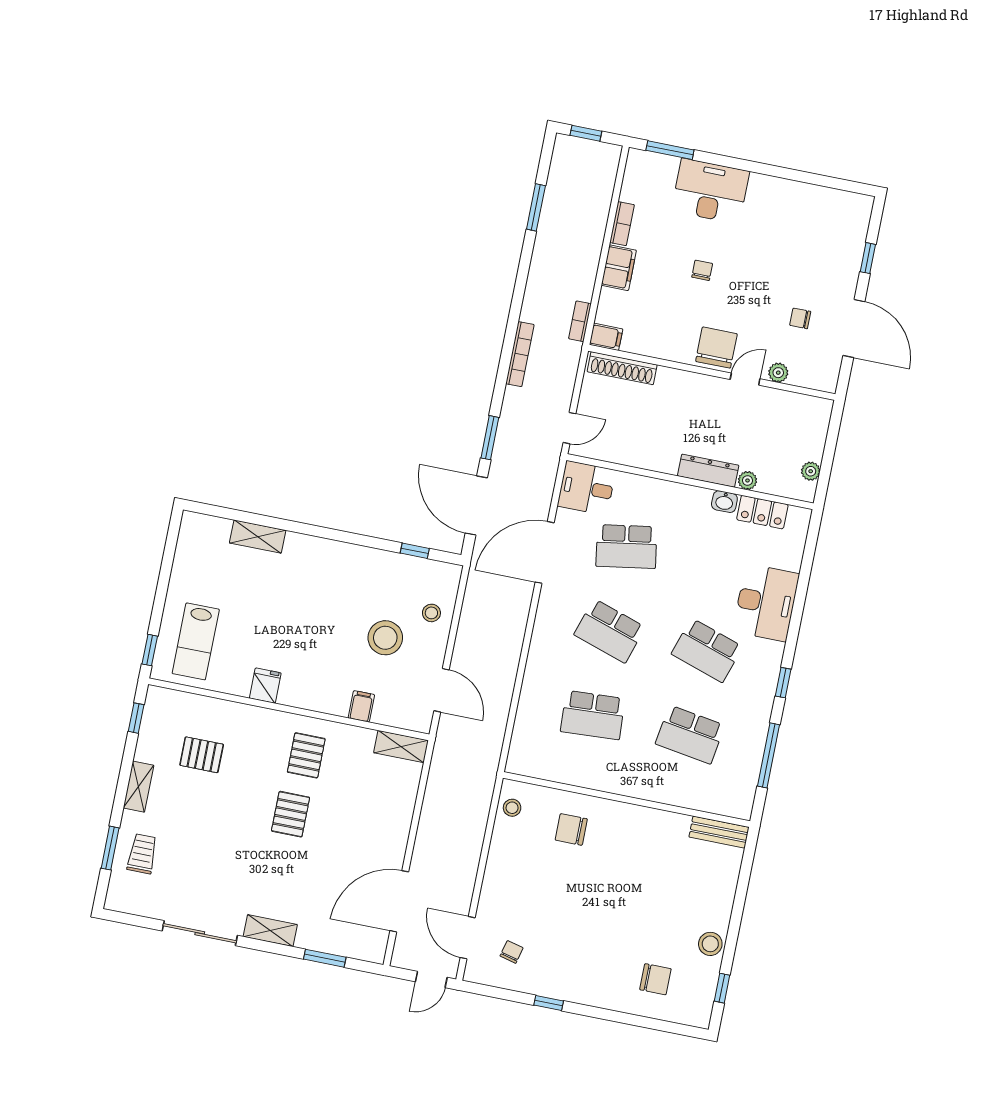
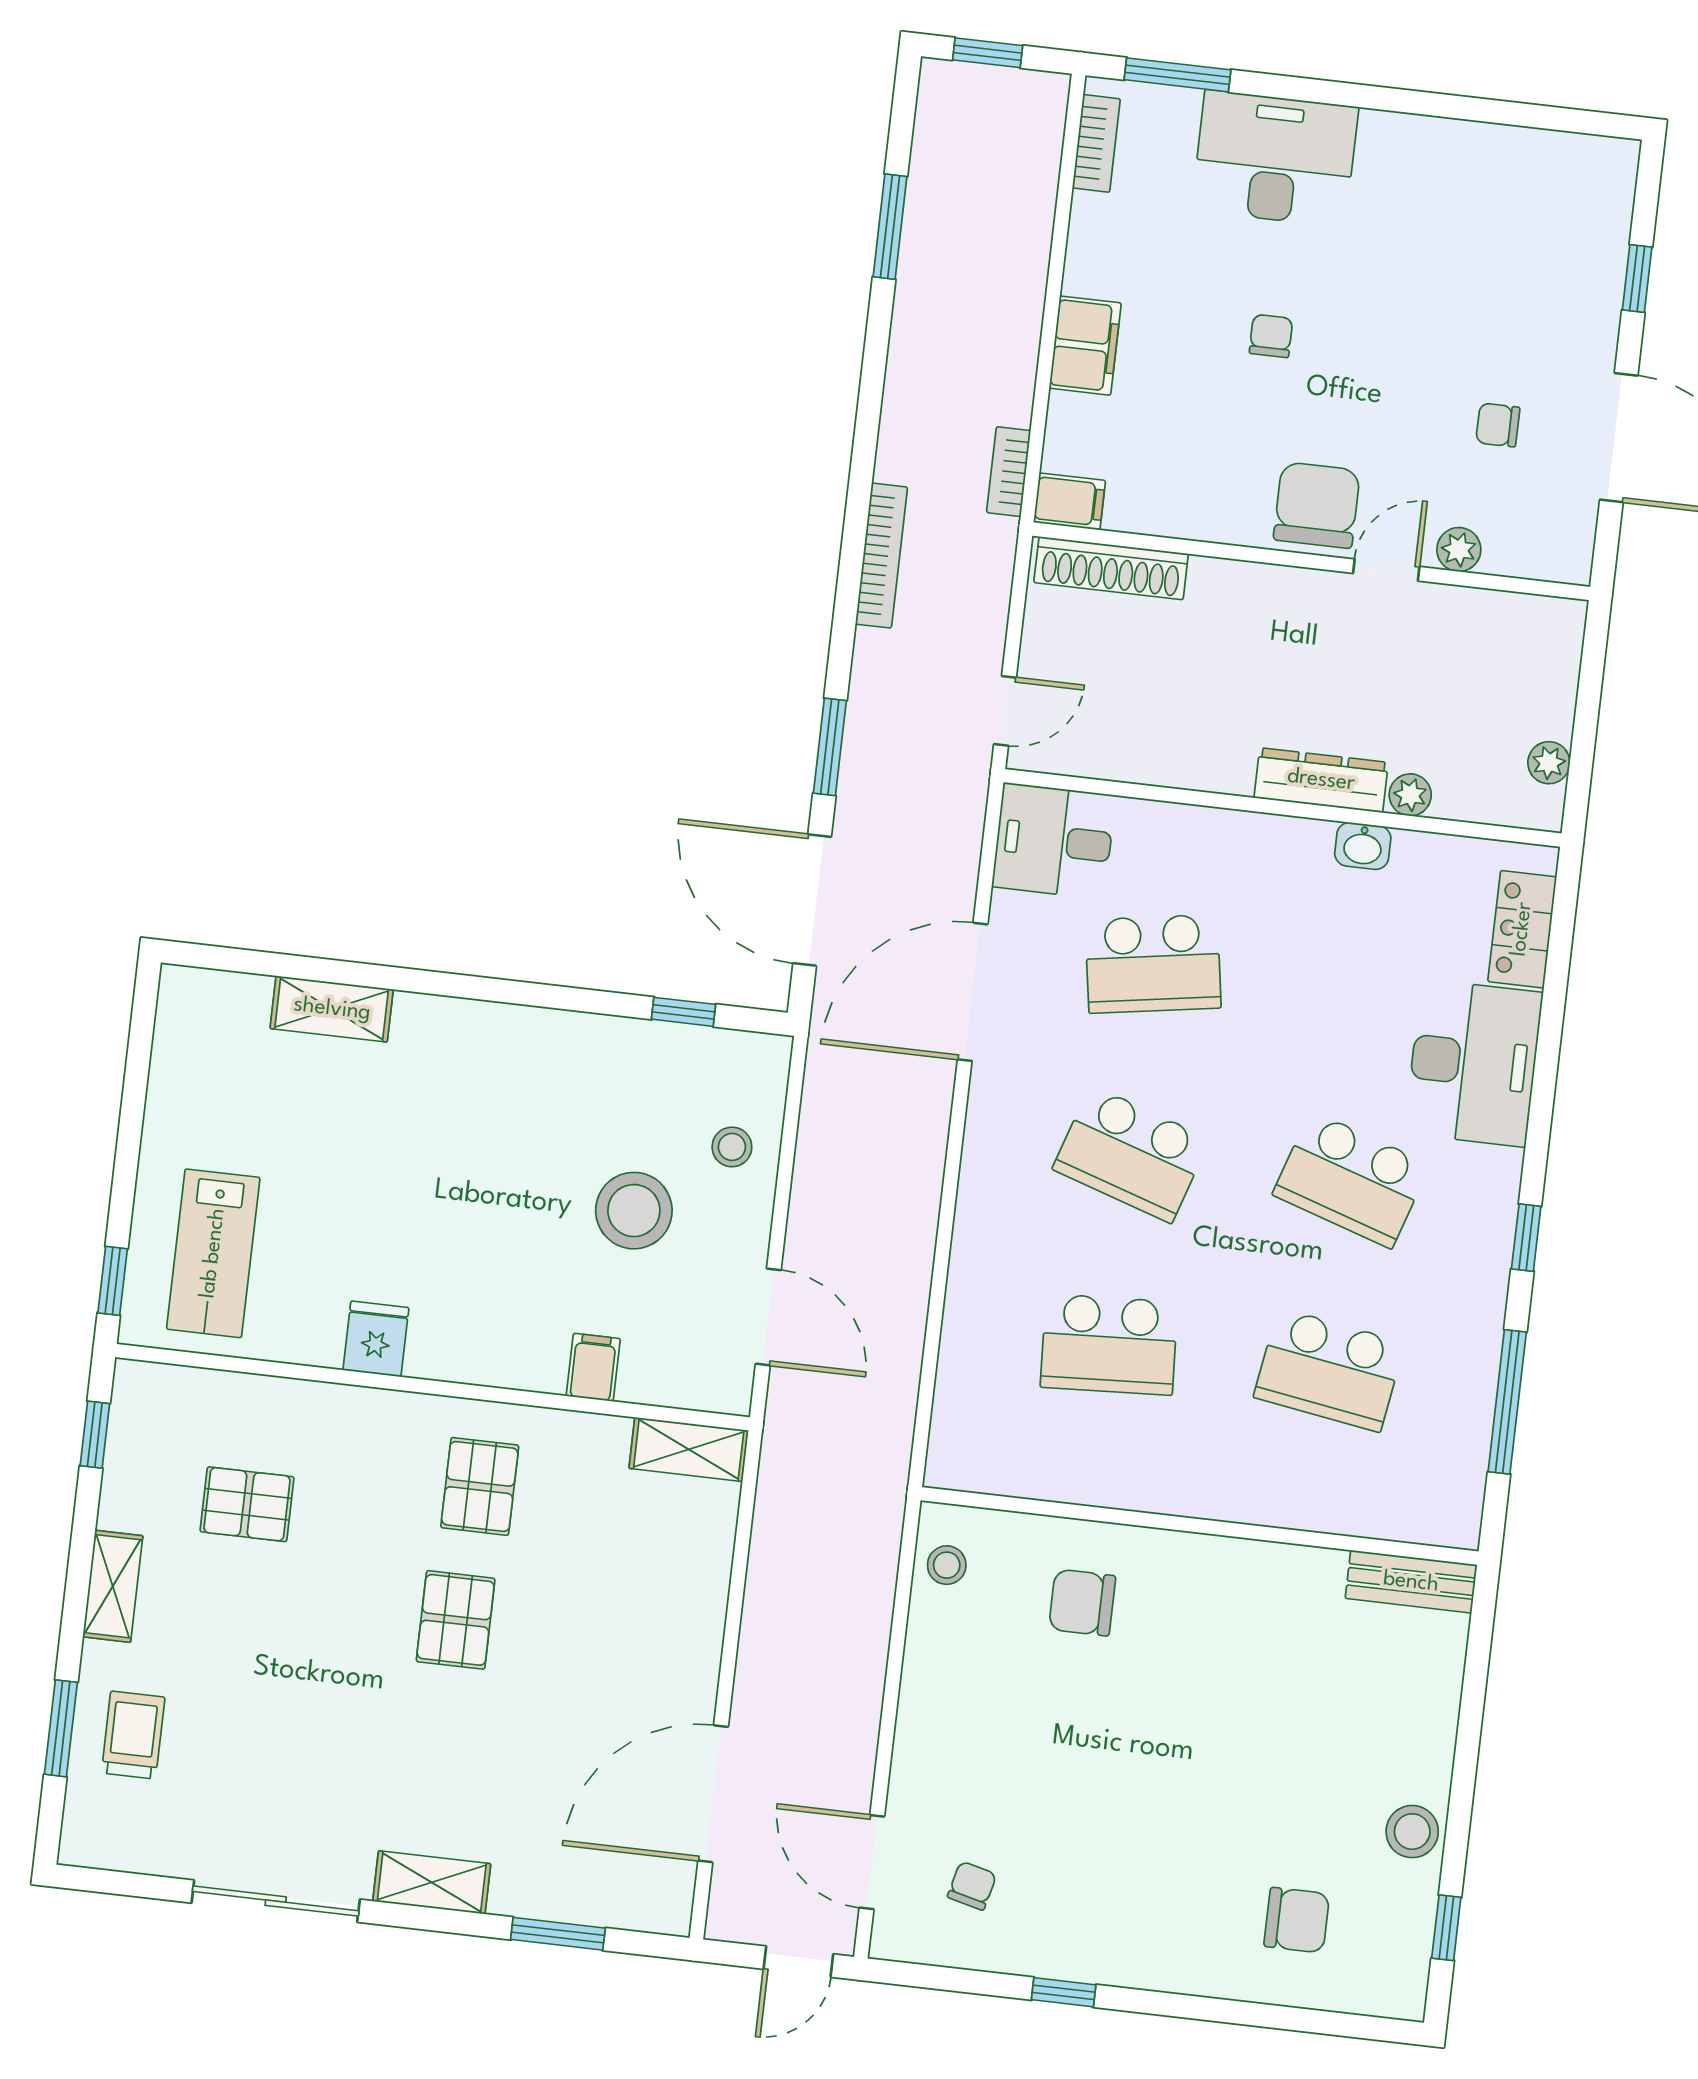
bookcase: (622, 224) -> (1096, 143), moved
locker: (762, 512) -> (1522, 929), moved, turned 90

